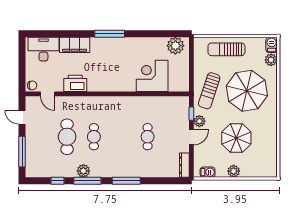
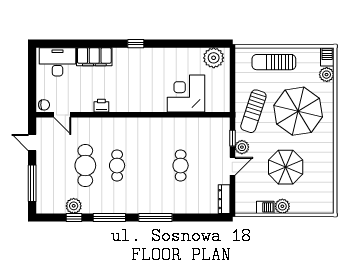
window: (110, 34) -> (136, 44), width x0.46
printer: (75, 83) -> (101, 106), width x0.53, depth x0.68
plant: (83, 171) -> (74, 206), moved
barbecue: (208, 172) -> (265, 207), moved

